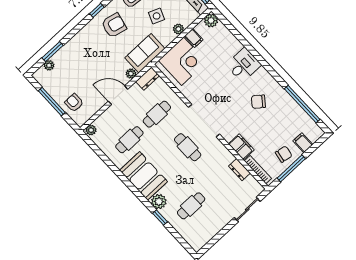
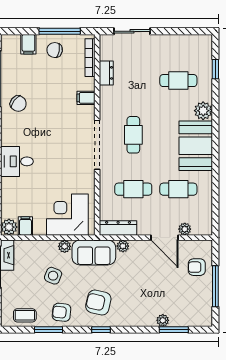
plant: (178, 29) -> (65, 246), moved
filing cabinet: (194, 38) -> (25, 226), moved
plant: (49, 65) -> (163, 320), moved
dresser: (148, 79) -> (118, 228), width x1.44
door: (118, 95) -> (164, 238), moved
chair: (258, 102) -> (18, 104), moved
armchair: (74, 103) -> (197, 267), turned 90
plant: (91, 130) -> (185, 229), moved
filing cabinet: (241, 147) -> (86, 98), width x0.50
window: (160, 218) -> (215, 69), moved

